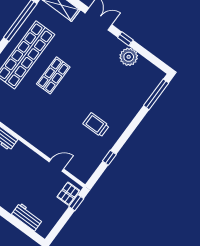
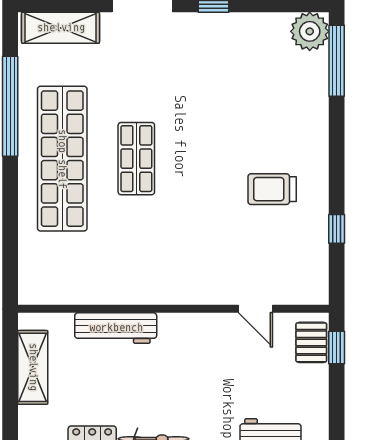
plant: (129, 57) -> (310, 31), moved
door: (56, 165) -> (255, 309), swing flipped

